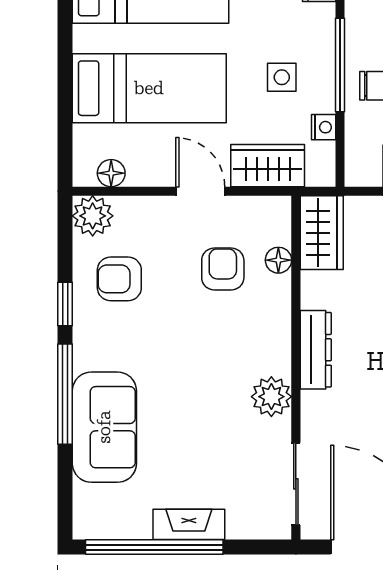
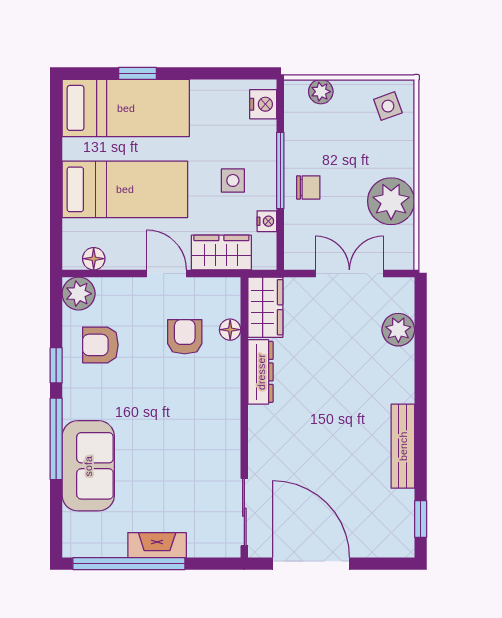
dresser: (316, 350) -> (261, 372), moved
plant: (271, 397) -> (224, 441), removed

